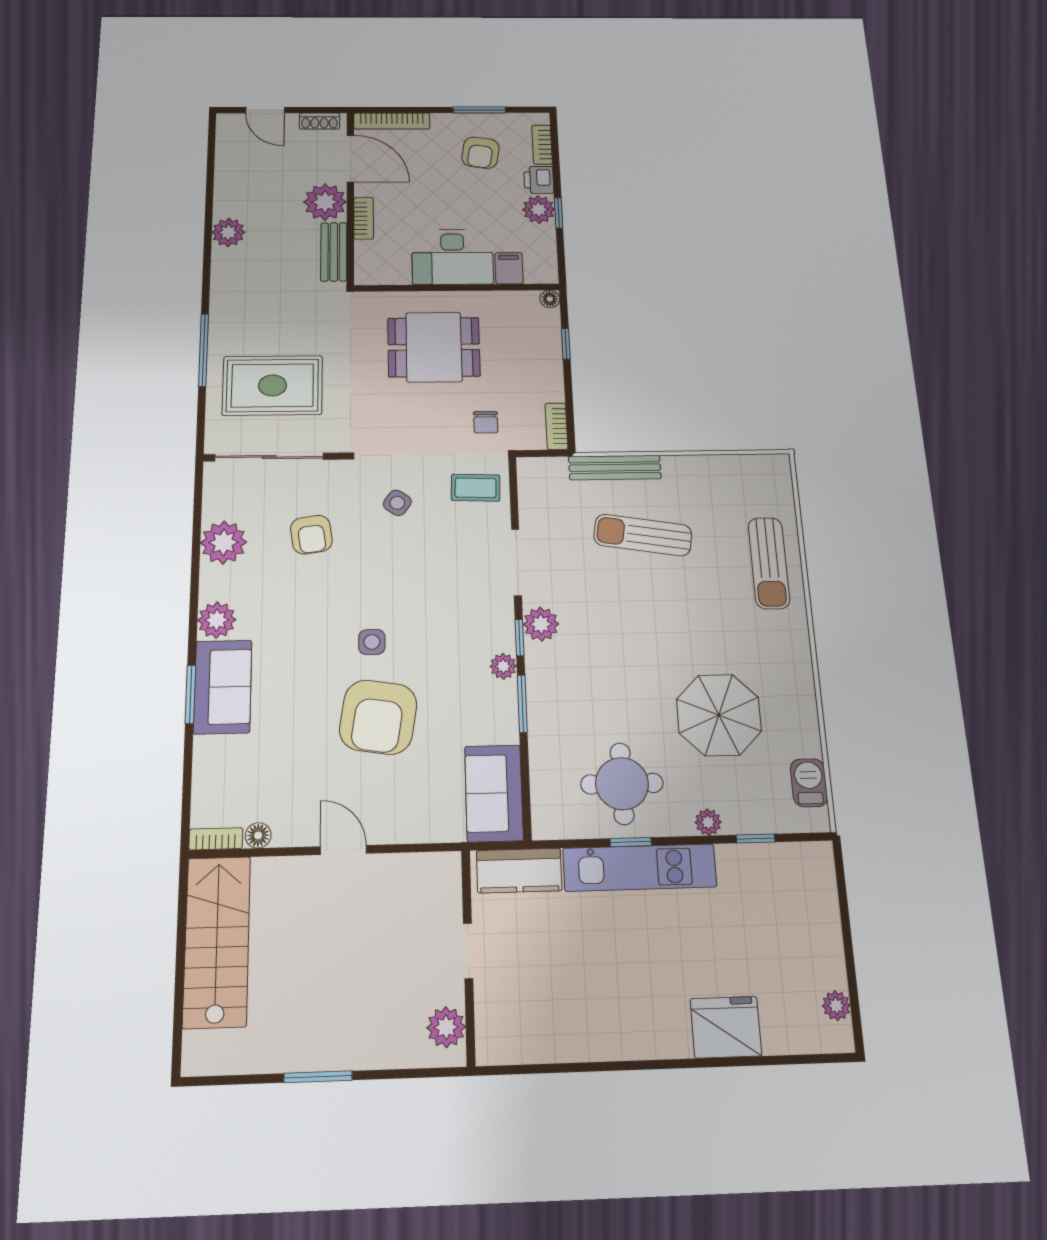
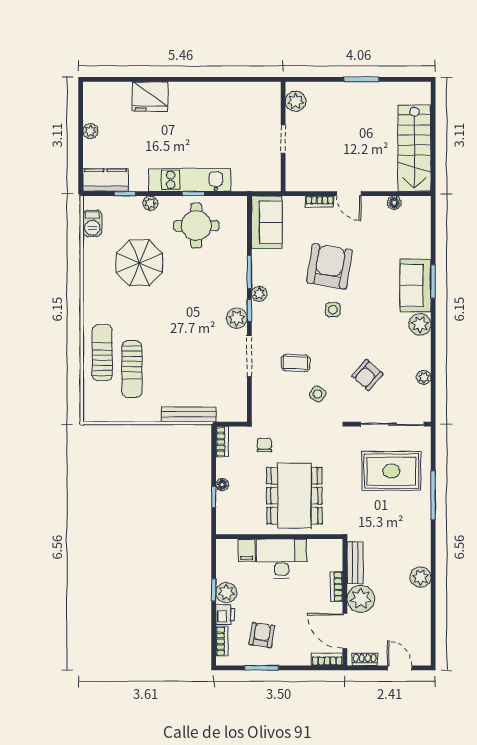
bookcase: (392, 121) -> (327, 659), width x0.64
floor lamp: (550, 299) -> (222, 485), moved
dining table: (434, 347) -> (294, 496), width x1.38
coffee table: (476, 488) -> (296, 363), moved
armchair: (311, 535) -> (367, 375), turned -130
sun lounger: (643, 535) -> (132, 369), moved, turned 81
plant: (224, 542) -> (424, 377), width x0.53, depth x0.53
bookcase: (216, 839) -> (320, 202), moved
kitchen counter: (519, 871) -> (105, 180), moved
plant: (836, 1006) -> (90, 131), moved

